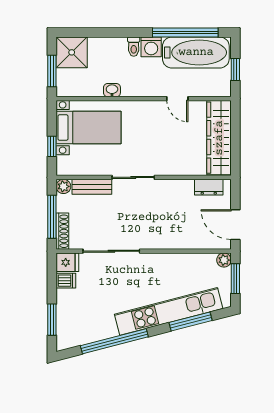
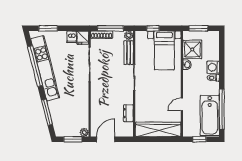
washing machine: (151, 47) -> (213, 67), moved
shower: (72, 52) -> (192, 49), moved
dresser: (209, 187) -> (128, 113), moved
kitchen unit: (169, 311) -> (45, 68), moved

